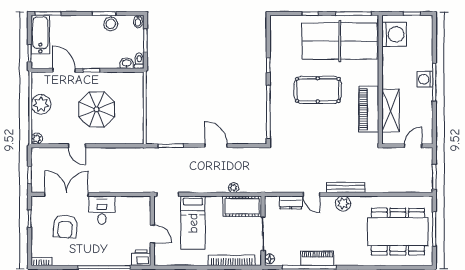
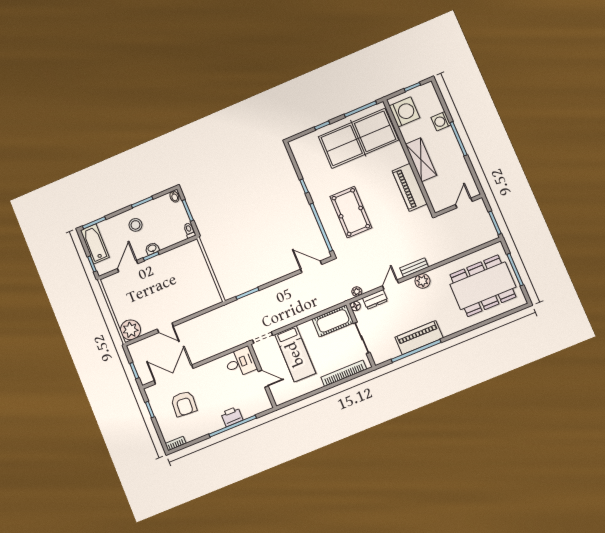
stool: (111, 24) -> (135, 225), moved
washbasin: (127, 63) -> (152, 249), moved
door: (64, 70) -> (128, 266), hinge flipped
washing machine: (425, 79) -> (441, 121), moved
pool table: (318, 90) -> (351, 212), moved, turned 90
plant: (41, 104) -> (120, 304), removed
parasol: (97, 109) -> (170, 289), removed
shelving: (391, 110) -> (421, 160), moved
plant: (37, 139) -> (130, 330), width x1.88, depth x1.88
door: (216, 146) -> (311, 267), moved
bench: (346, 187) -> (414, 267), width x0.73
plant: (234, 188) -> (357, 292), moved
door: (311, 194) -> (391, 285), swing flipped
desk: (102, 210) -> (240, 362), moved, turned 90
printer: (141, 258) -> (232, 417), moved
piano: (317, 258) -> (419, 338), width x1.37, depth x1.33
floor lamp: (270, 259) -> (355, 306), moved

